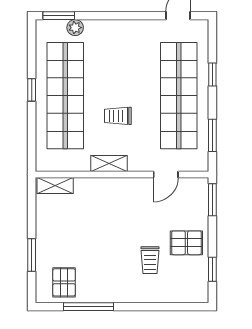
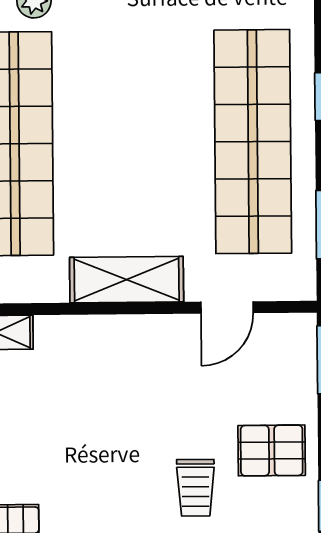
trolley: (118, 116) -> (125, 185), removed
shelving: (109, 163) -> (127, 280), width x1.50, depth x1.33

